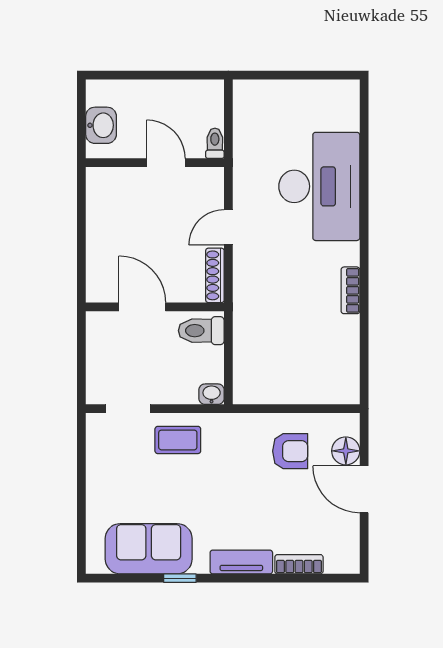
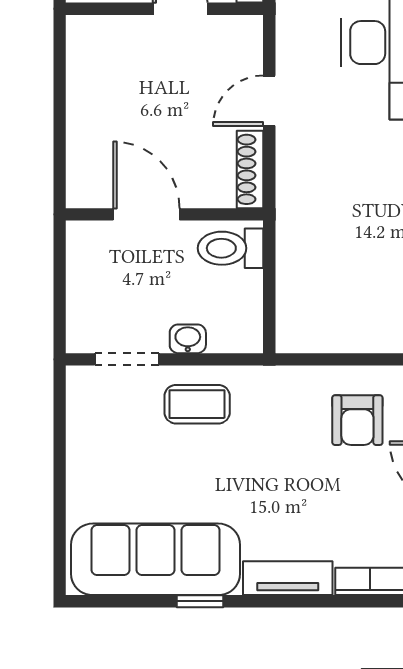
washbasin: (212, 394) -> (188, 339), moved
armchair: (290, 451) -> (357, 420), turned 90
sofa: (149, 549) -> (156, 559), width x1.36

